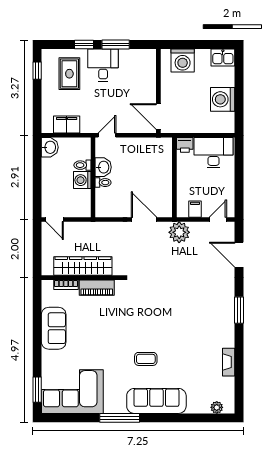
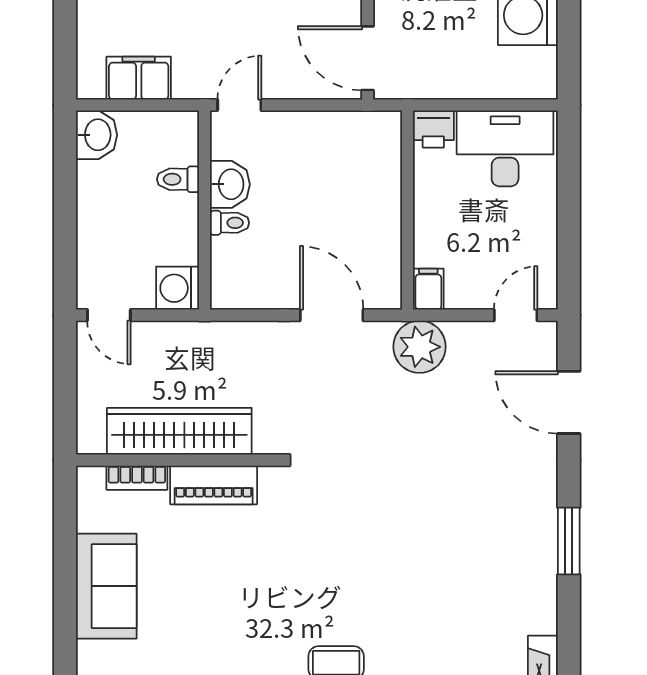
washing machine: (82, 180) -> (178, 288), moved
filing cabinet: (195, 209) -> (428, 289), moved

